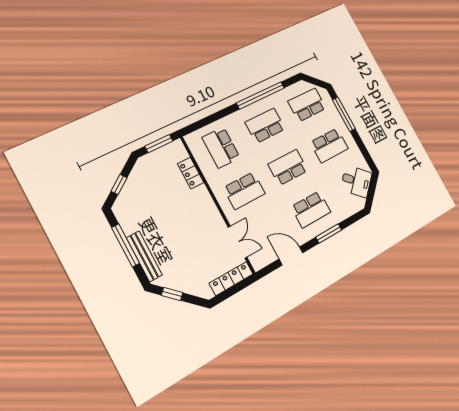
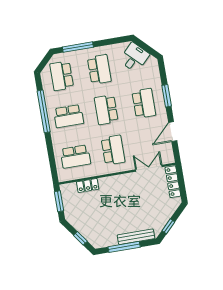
school desk: (265, 126) -> (69, 116), turned -90

